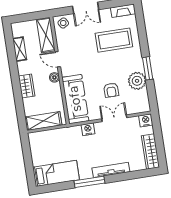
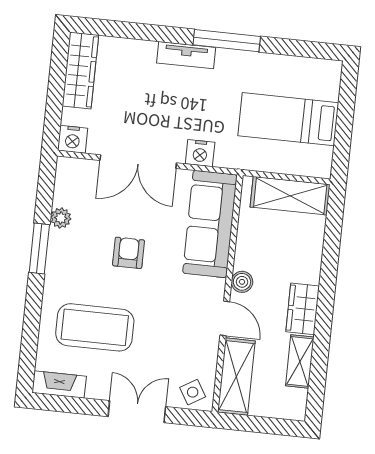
plant: (137, 81) -> (61, 218), width x0.53, depth x0.53
wardrobe: (27, 86) -> (303, 309), moved
armchair: (111, 90) -> (128, 253), moved
double door: (114, 118) -> (138, 162), width x1.37
tv unit: (111, 170) -> (186, 55), width x0.71
bed: (56, 173) -> (288, 119), moved

